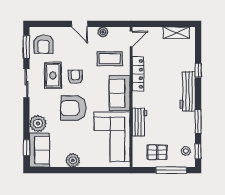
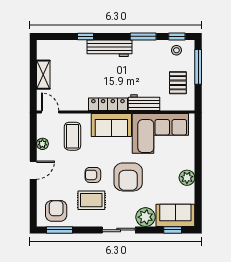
shelving: (176, 33) -> (43, 75), moved
armchair: (43, 44) -> (56, 211), turned -90
locker: (138, 74) -> (108, 104), moved
sliding door: (26, 83) -> (119, 230), moved

